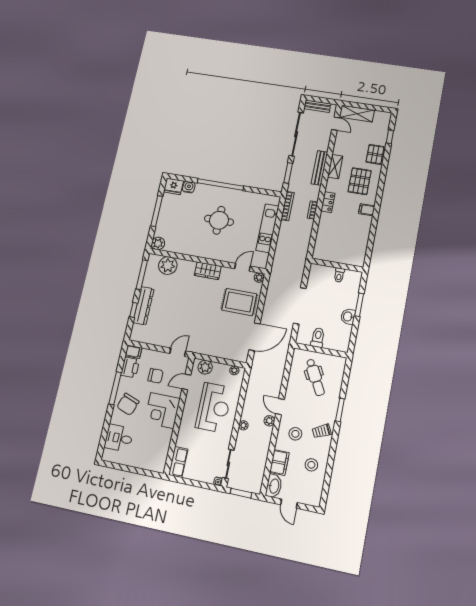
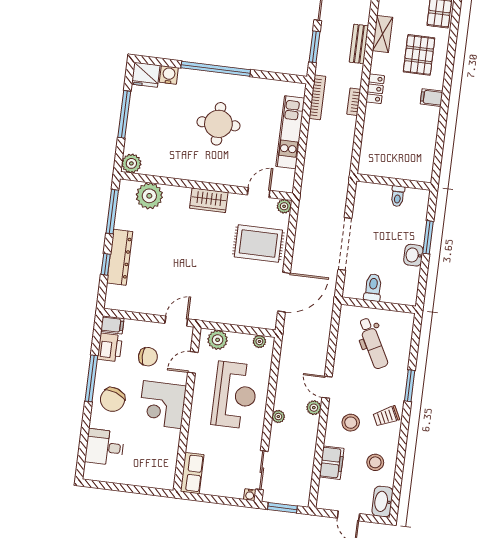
bench: (319, 168) -> (359, 44), width x0.73
washbasin: (274, 486) -> (382, 502), moved, turned 180

